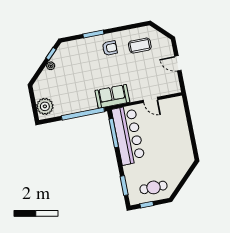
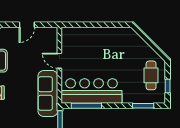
sofa: (112, 96) -> (48, 93), width x1.36
door: (150, 100) -> (59, 61), swing flipped

